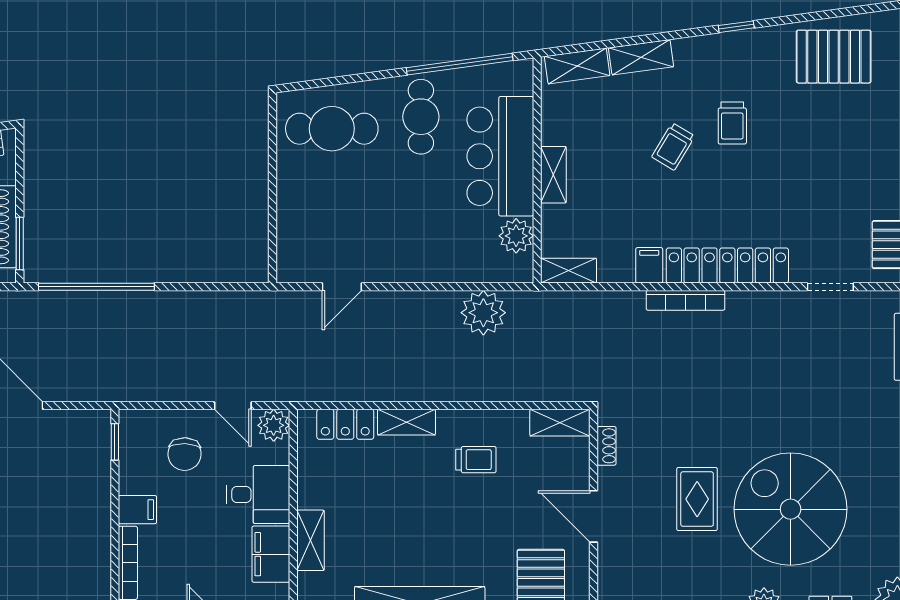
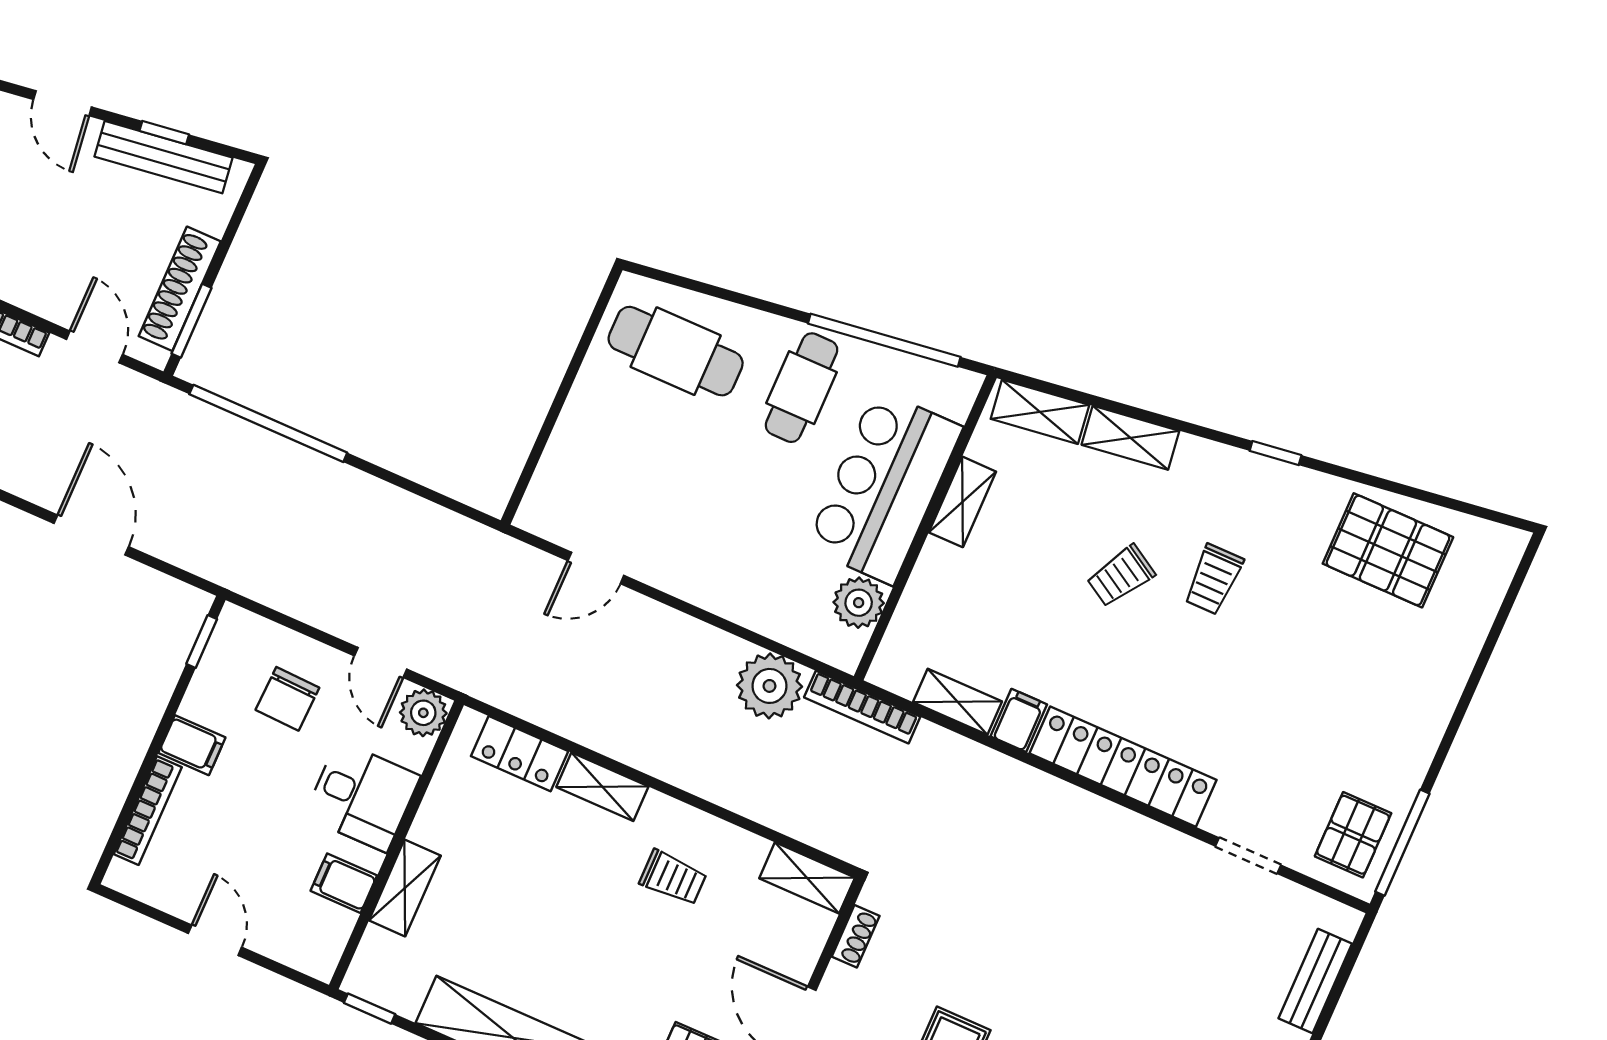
shelving: (553, 175) -> (962, 502), moved
shelving: (569, 271) -> (958, 702), moved
bookcase: (686, 300) -> (862, 707), moved
filing cabinet: (271, 554) -> (344, 883), width x0.50

